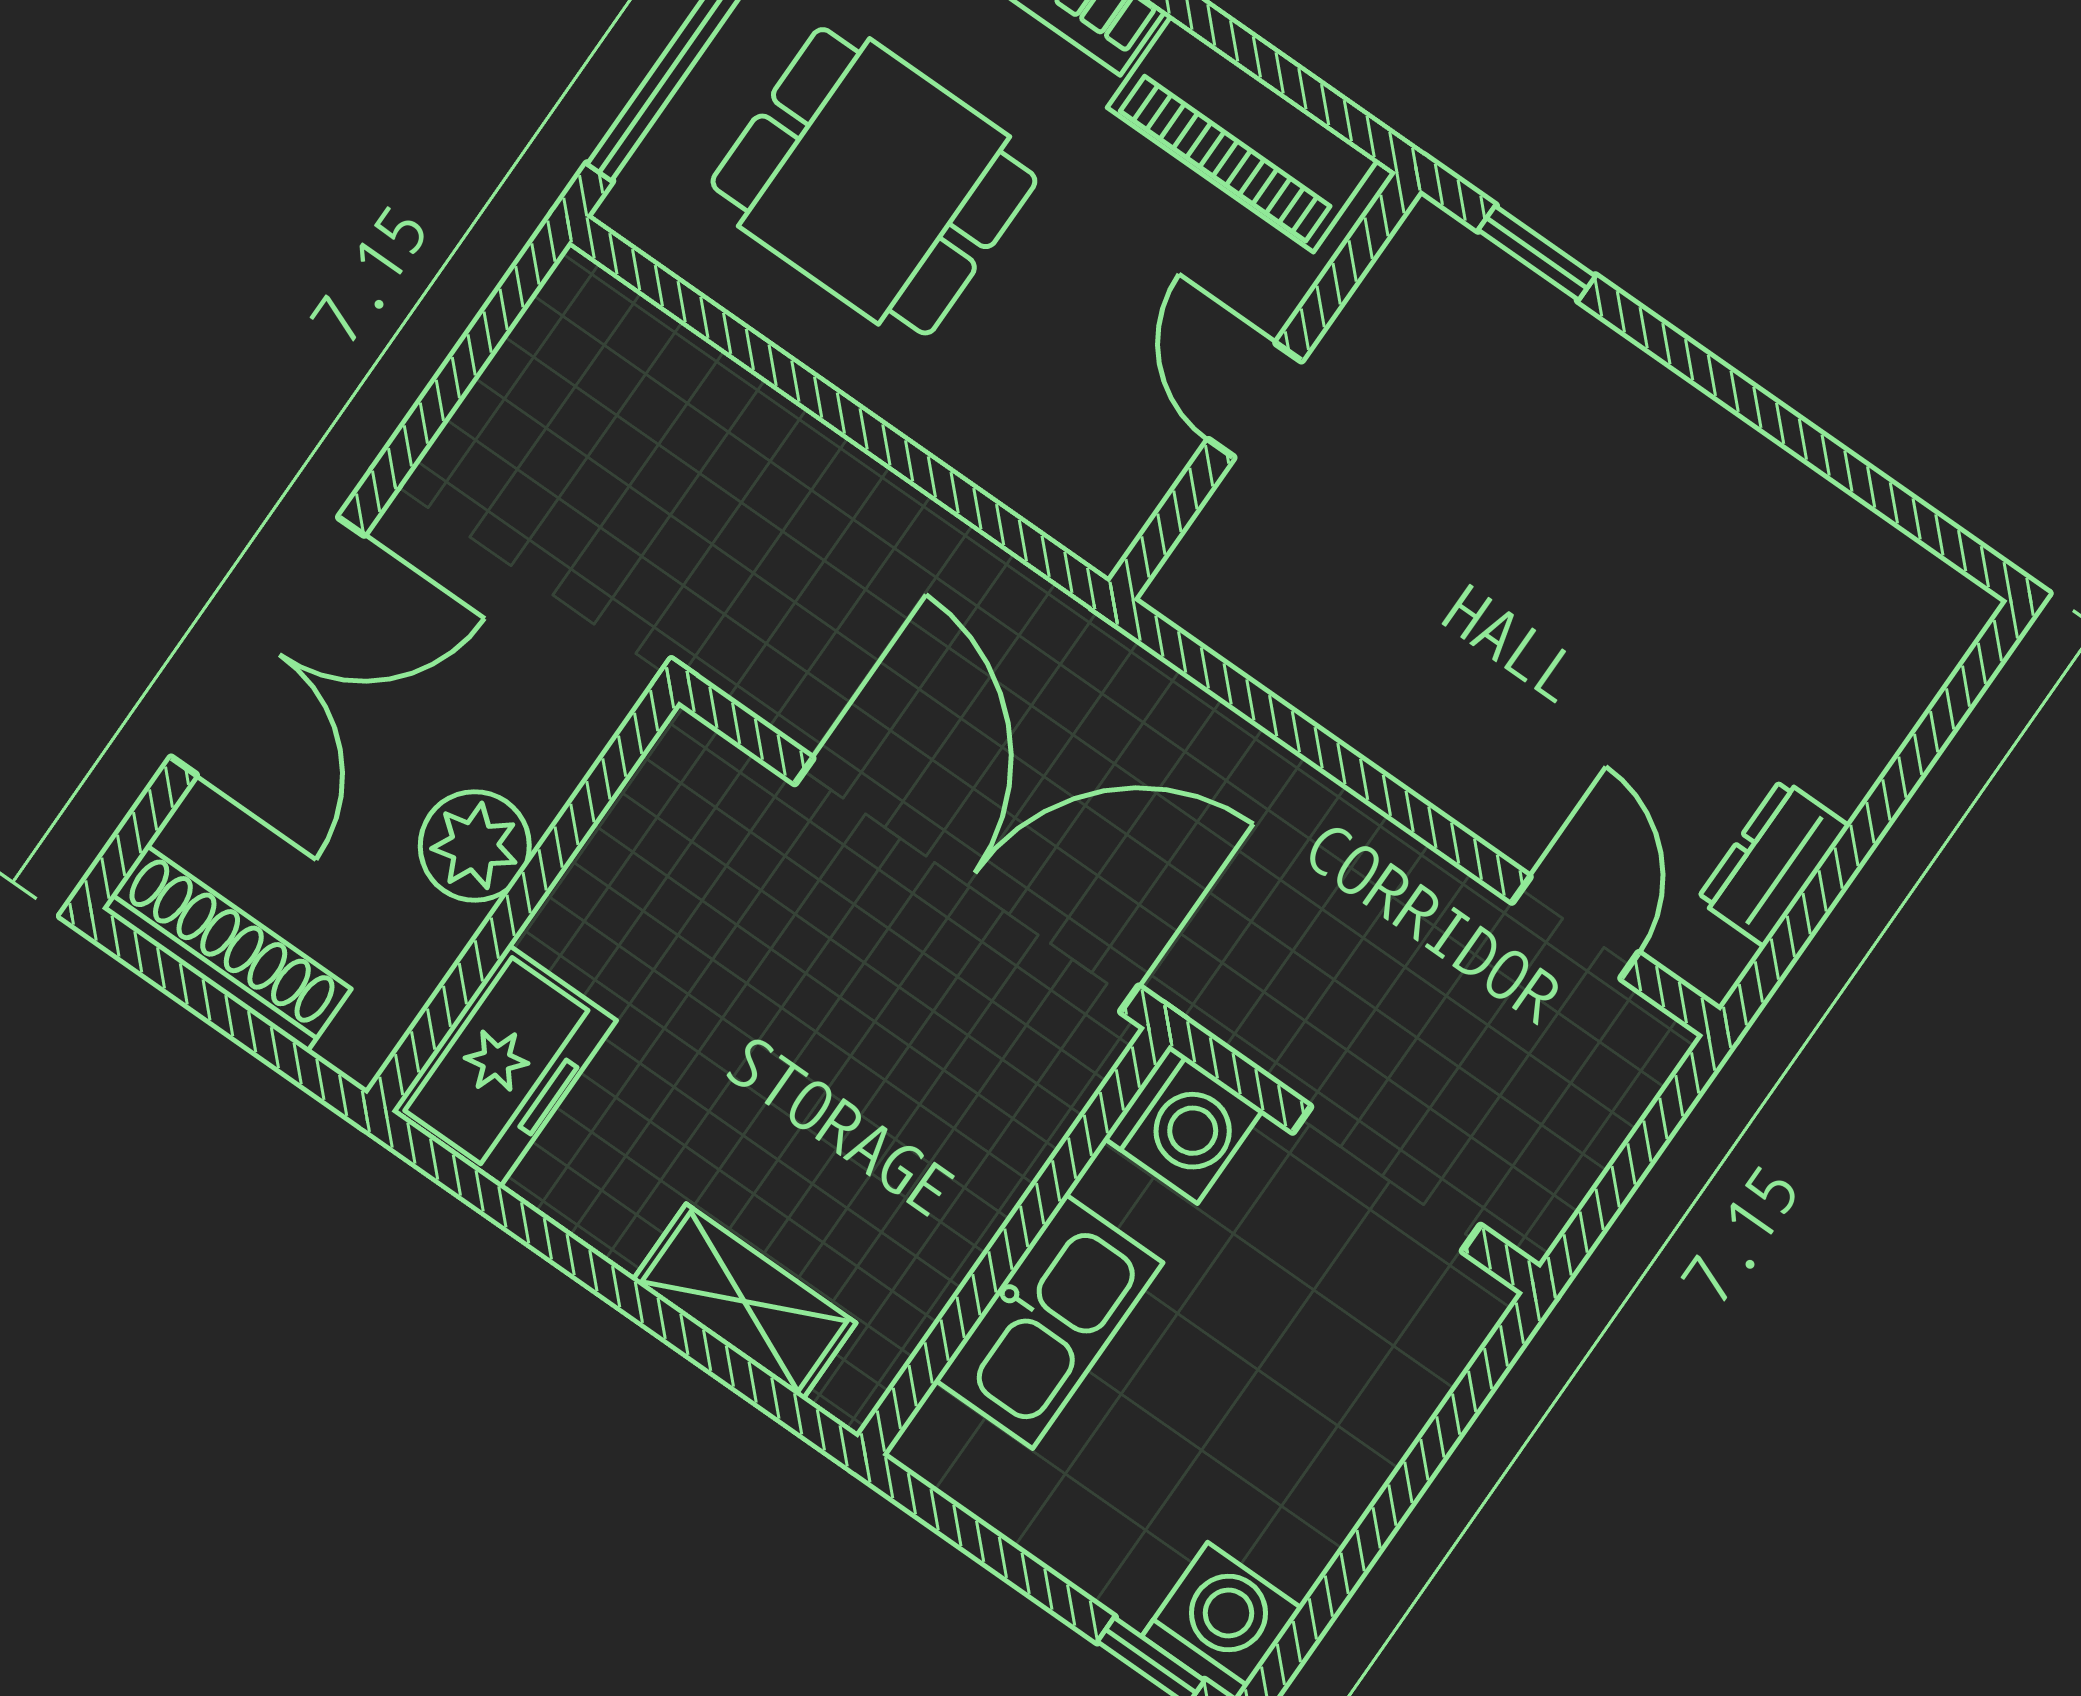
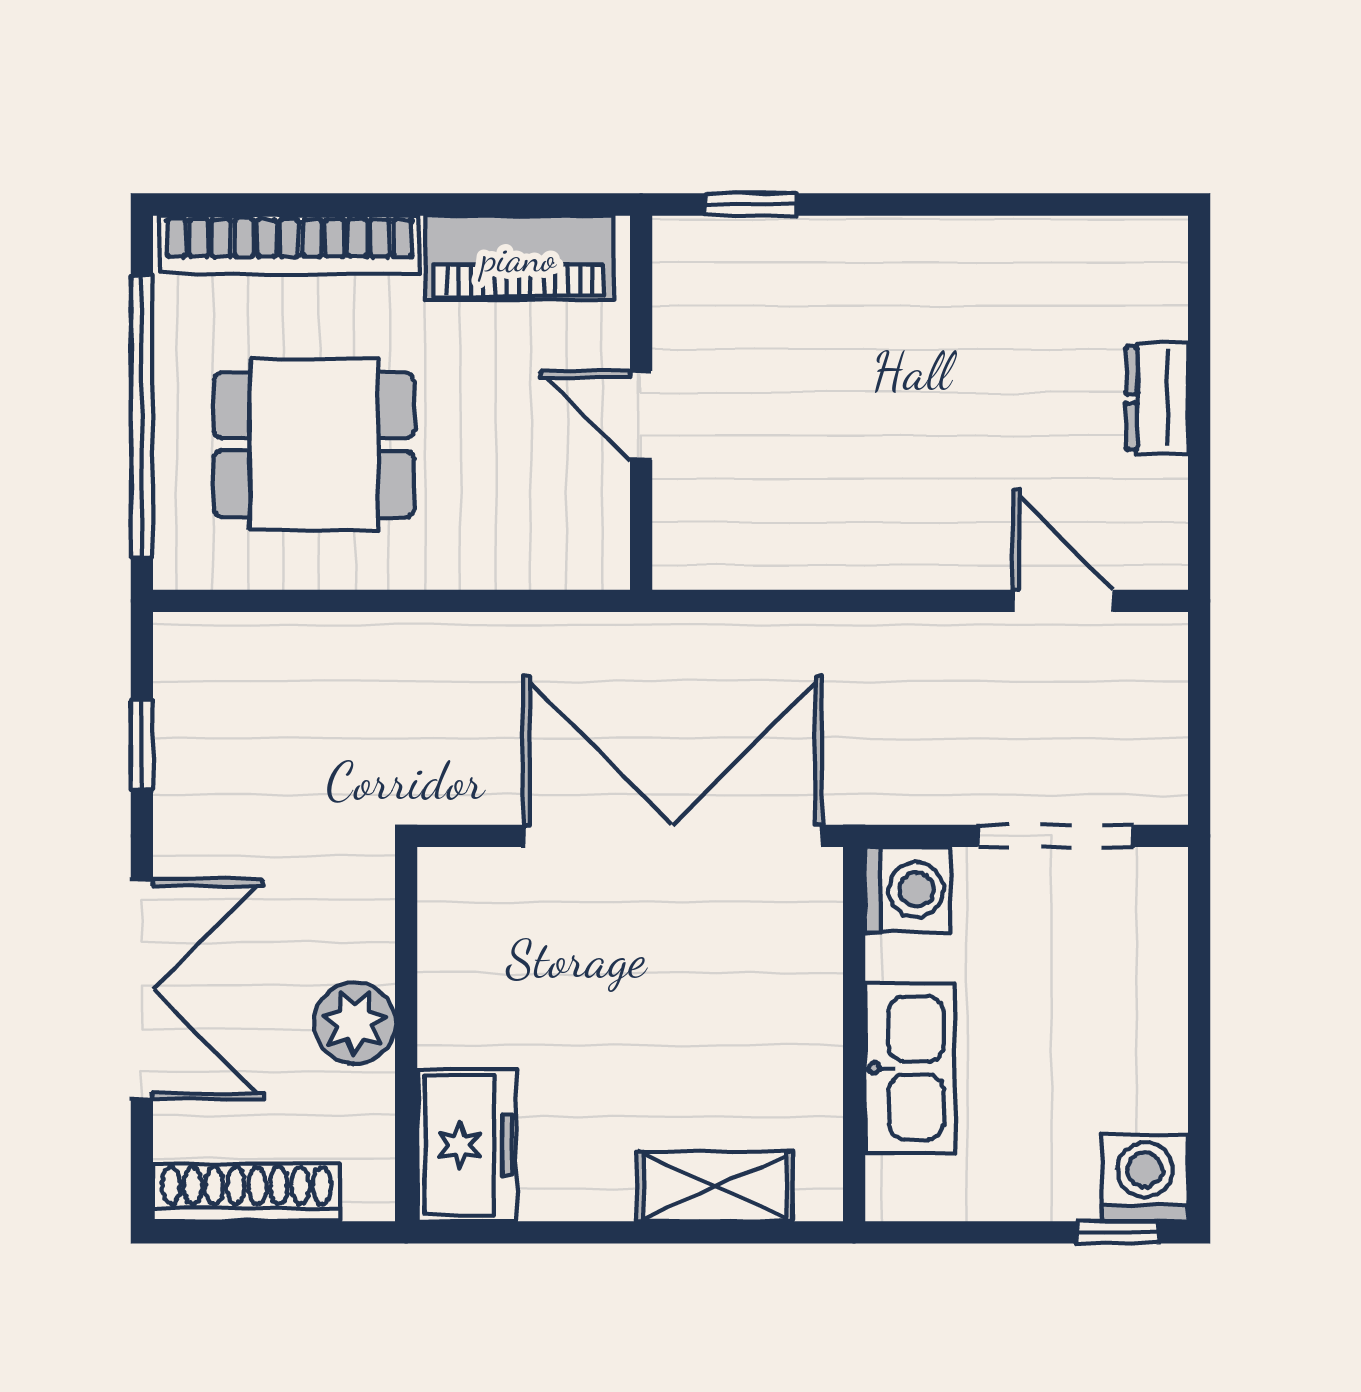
window: (455, 378) -> (142, 745), added
dresser: (1773, 863) -> (1157, 398), moved

